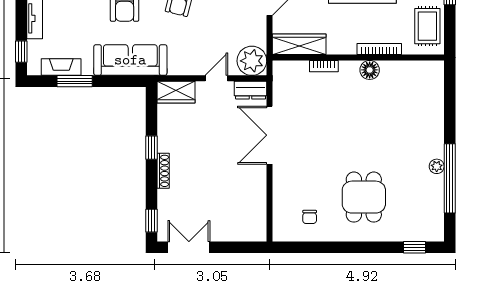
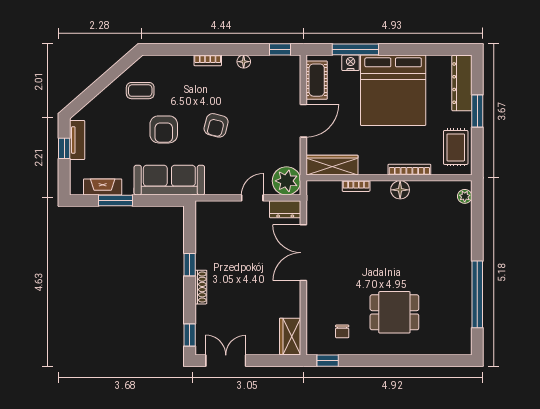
window: (21, 52) -> (64, 148), moved
wardrobe: (176, 92) -> (290, 336), moved, turned 90
plant: (437, 166) -> (465, 196), moved
dining table: (364, 197) -> (394, 312), turned 90
window: (414, 247) -> (328, 361), moved

